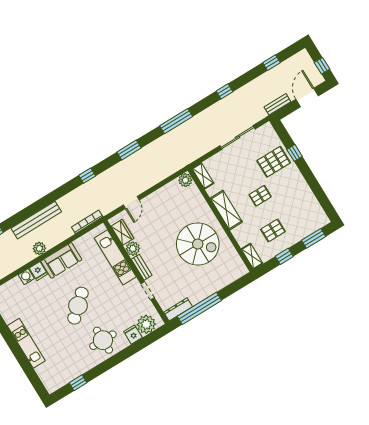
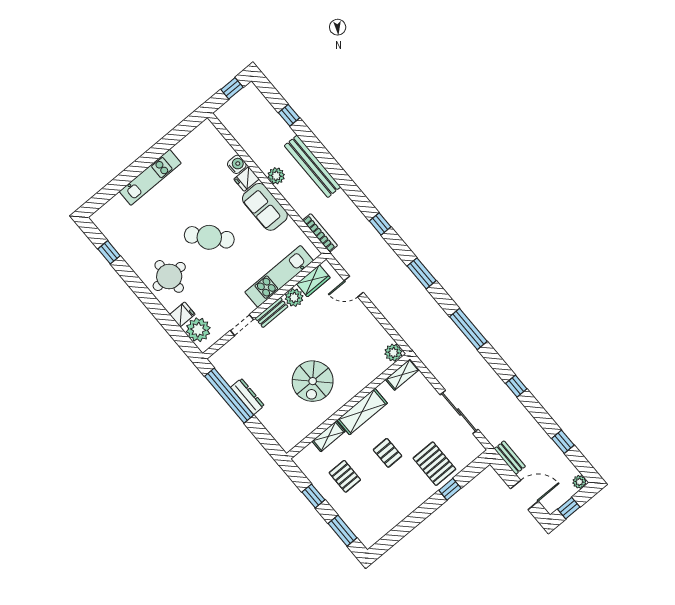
plant: (304, 55) -> (579, 482), added
spiral stairs: (198, 244) -> (313, 381), width x0.73, depth x0.73
shelving: (252, 256) -> (329, 436), moved
dresser: (178, 309) -> (247, 396), moved

